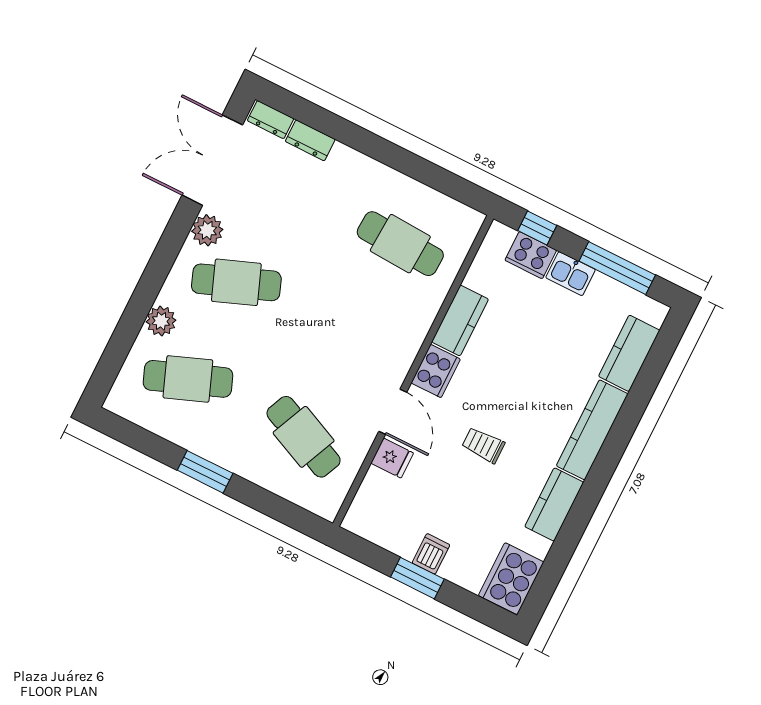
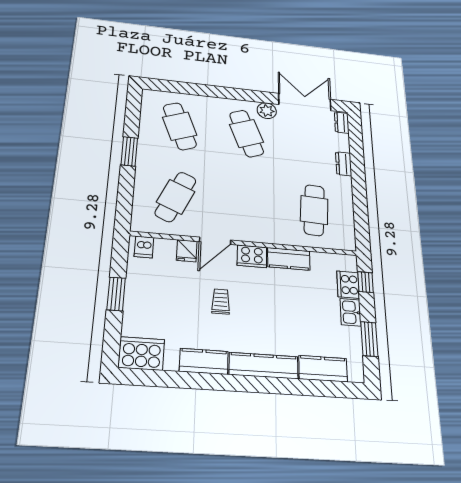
dresser: (310, 140) -> (344, 164), moved
window: (617, 268) -> (369, 339), width x0.69
plant: (161, 321) -> (205, 103), removed
dishwasher: (431, 554) -> (144, 247), moved, turned 90

